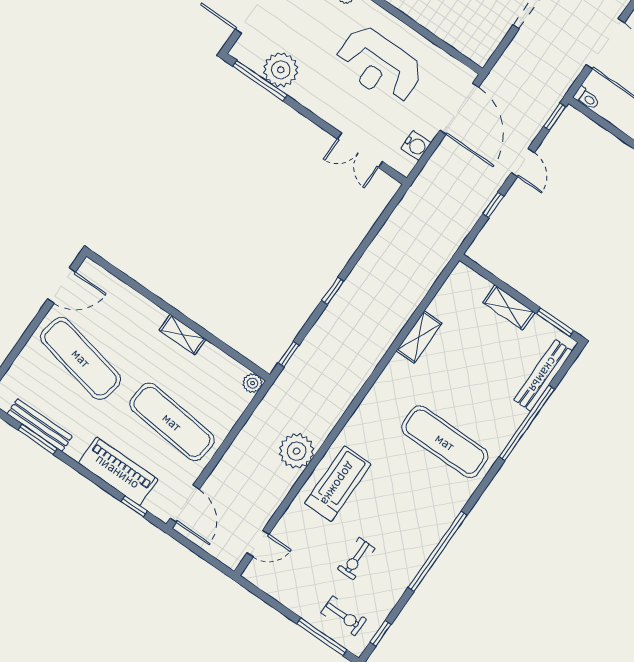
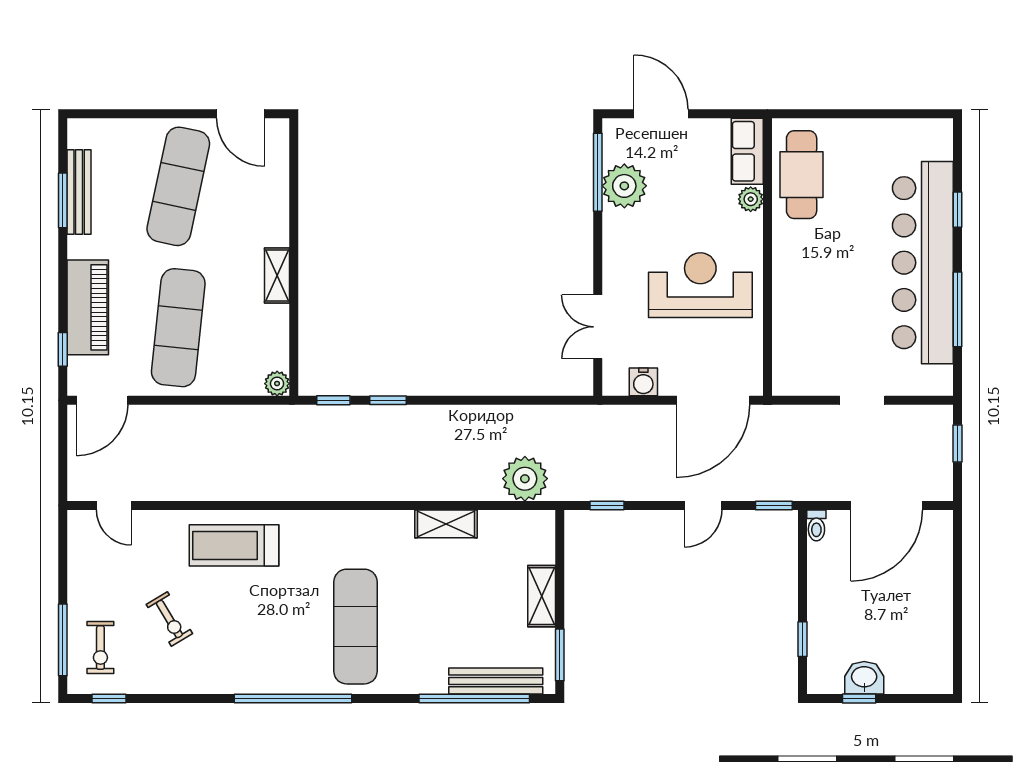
reception desk: (379, 65) -> (700, 285), turned 90
window: (493, 205) -> (607, 506), moved
window: (333, 291) -> (388, 400), moved
window: (527, 423) -> (474, 698), moved
plant: (297, 451) -> (525, 479), moved
treadmill: (338, 484) -> (234, 545), turned 180
window: (438, 551) -> (293, 698), moved
exercise bike: (356, 559) -> (169, 619), turned -121

